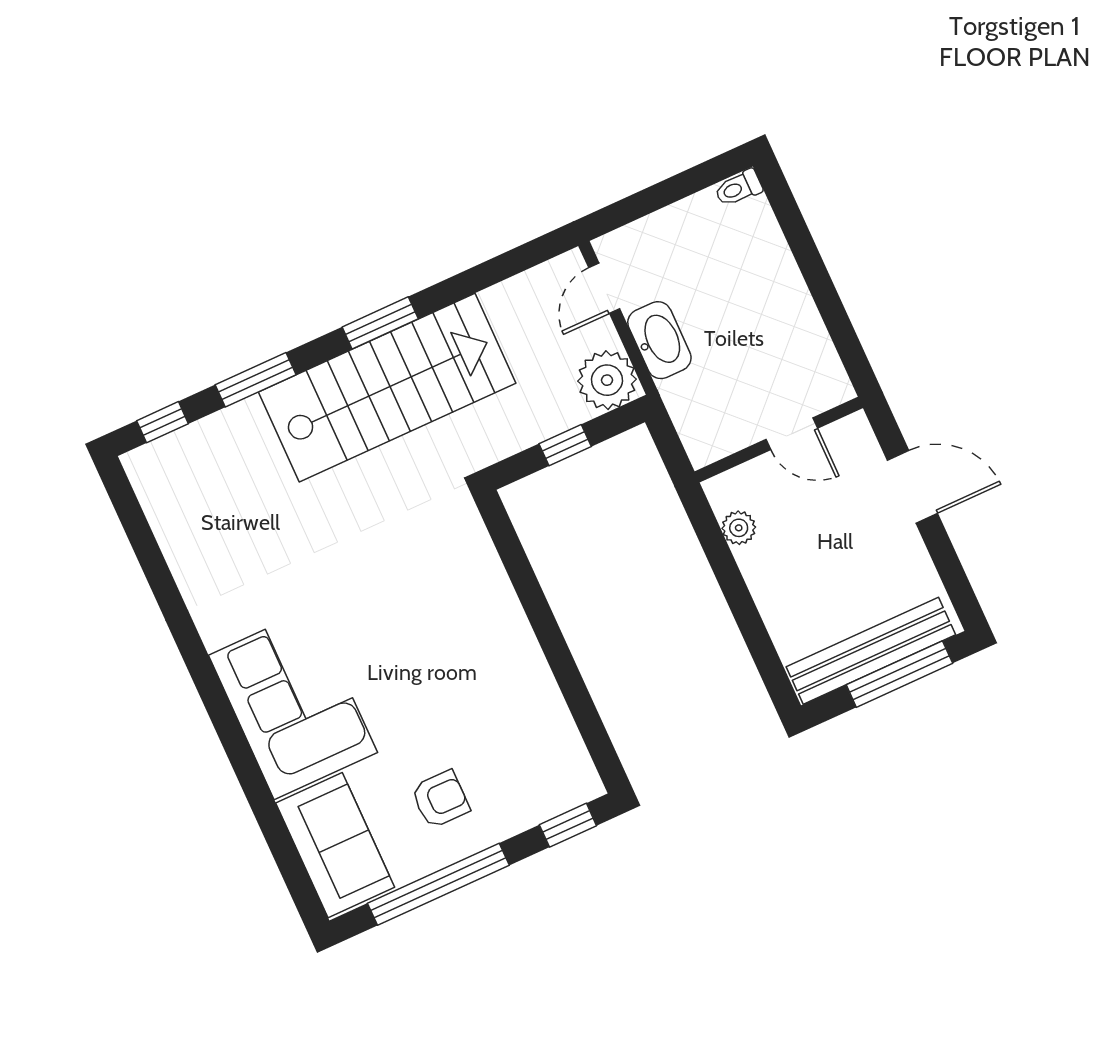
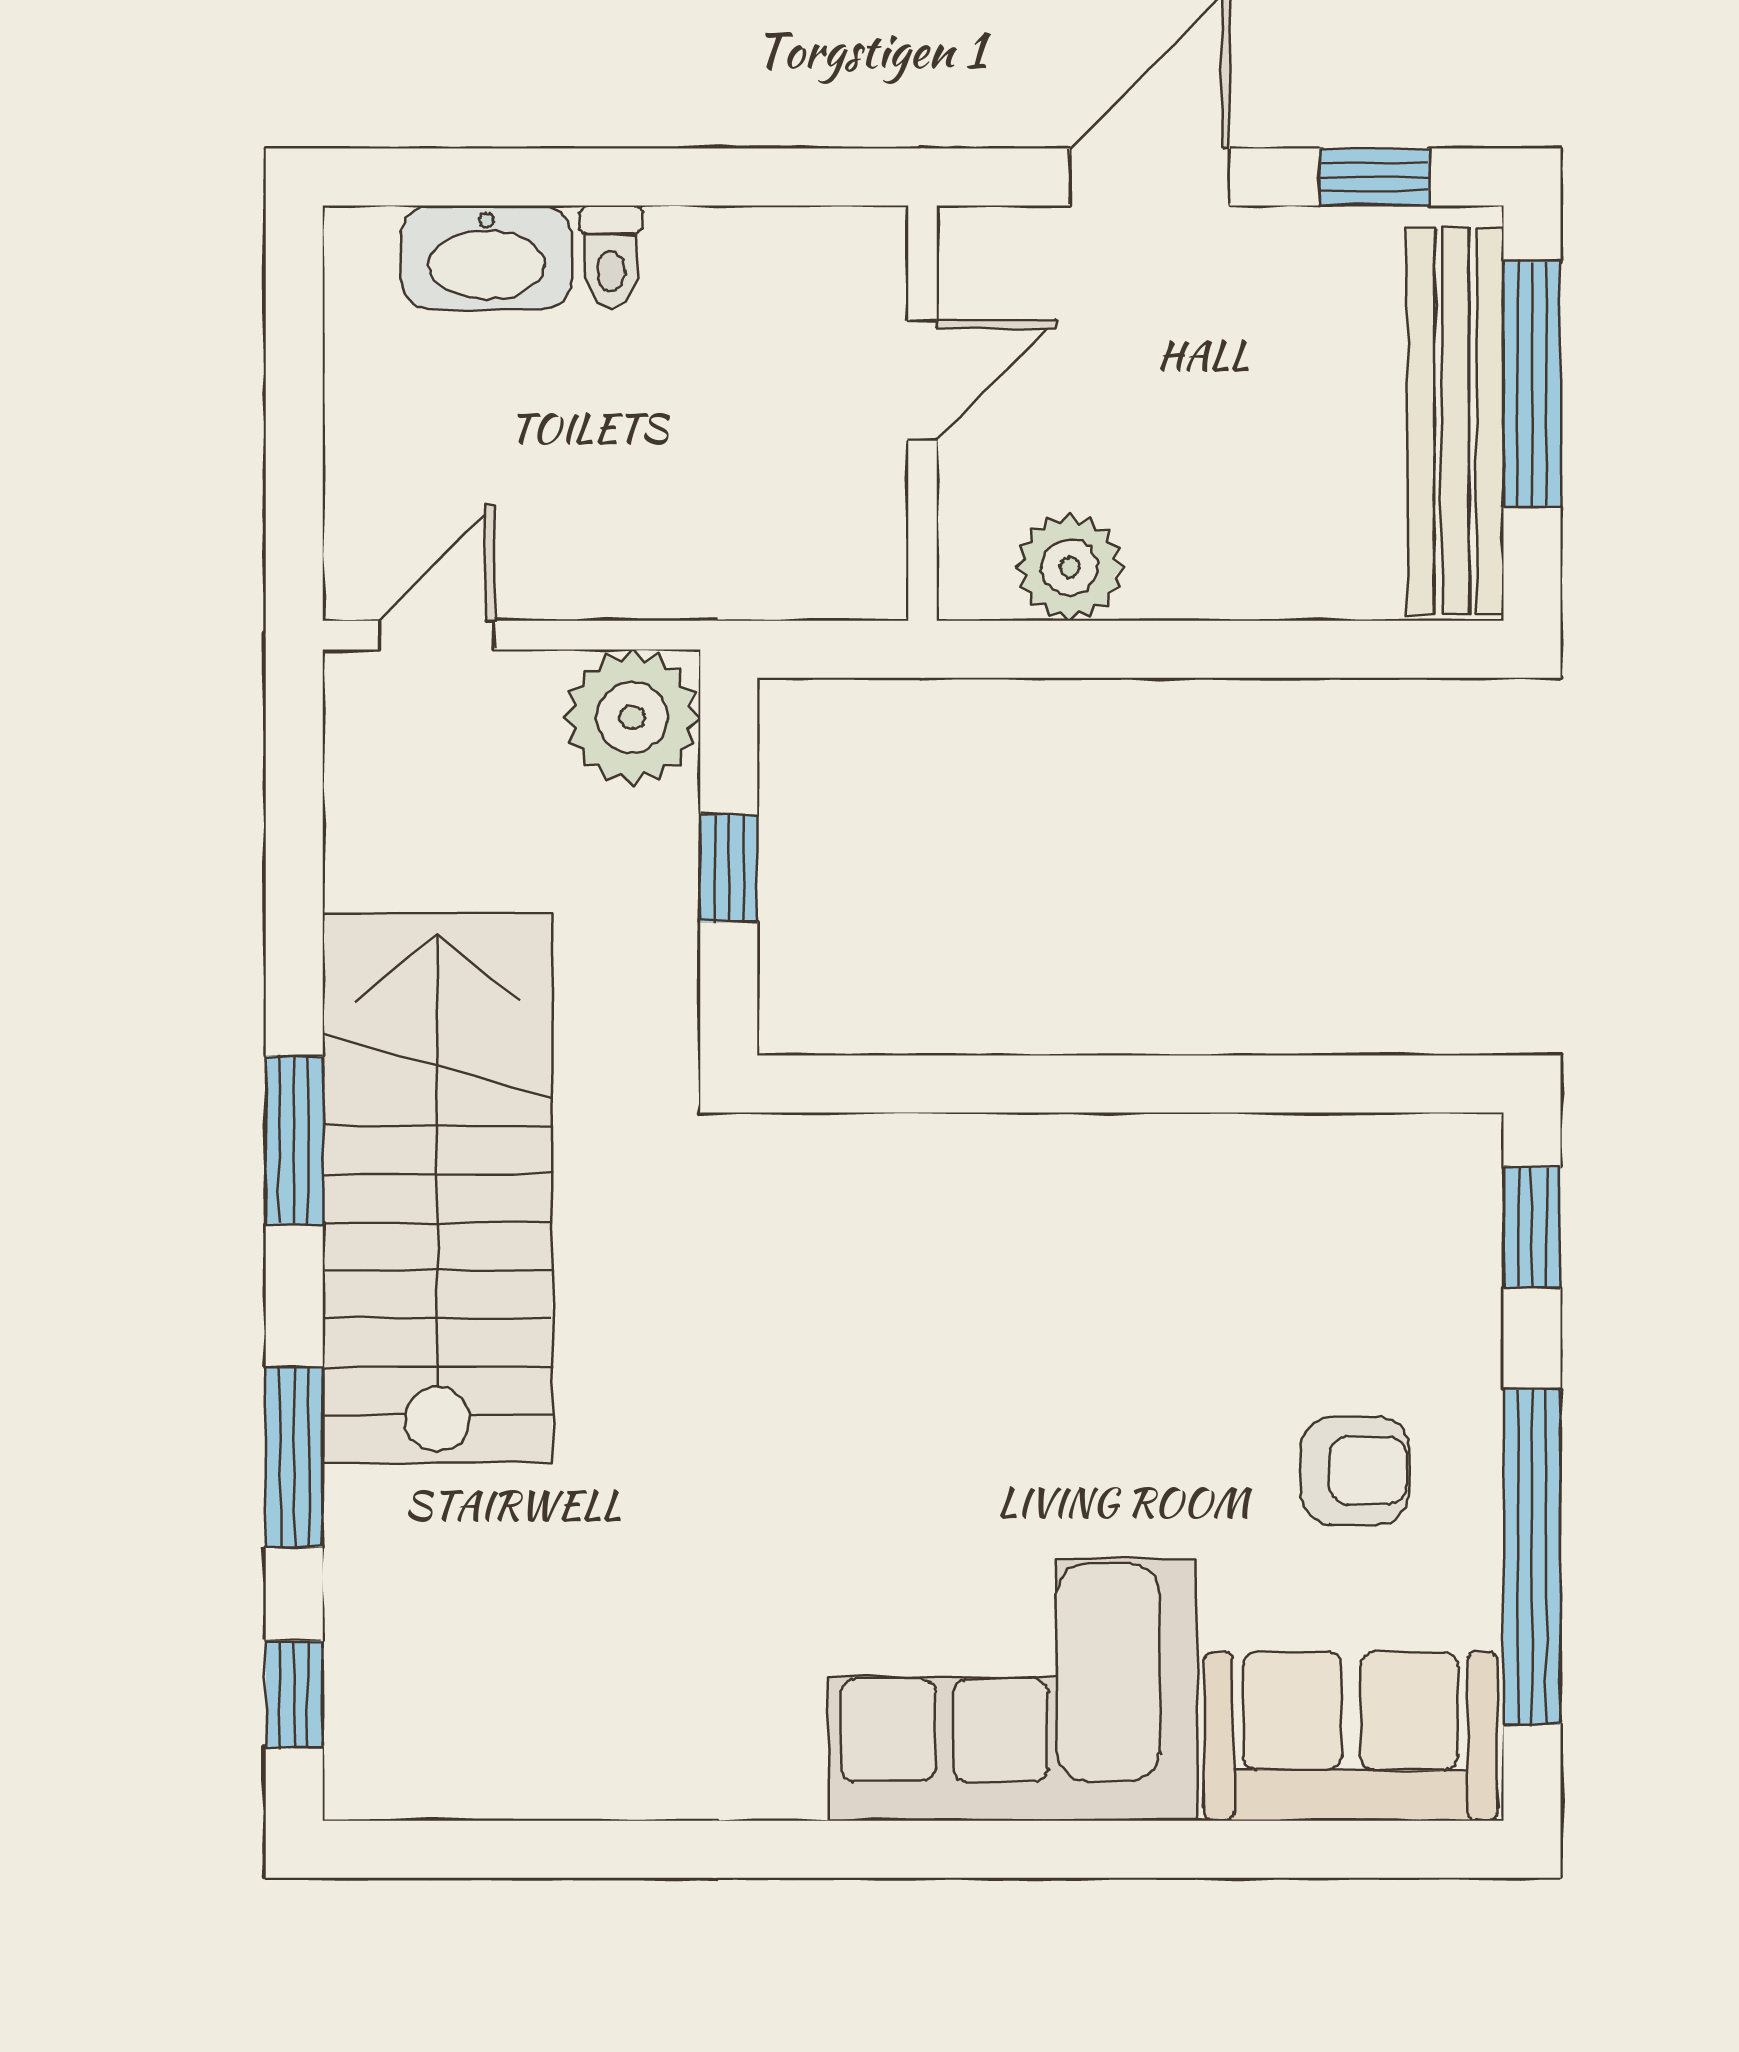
toilet: (738, 188) -> (611, 257), moved
door: (604, 288) -> (436, 635), swing flipped
washbasin: (659, 340) -> (486, 258), moved, turned 180
plant: (739, 528) -> (1070, 567), width x1.38, depth x1.38
window: (953, 575) -> (1374, 177), added
armchair: (440, 799) -> (1355, 1471), turned 90

